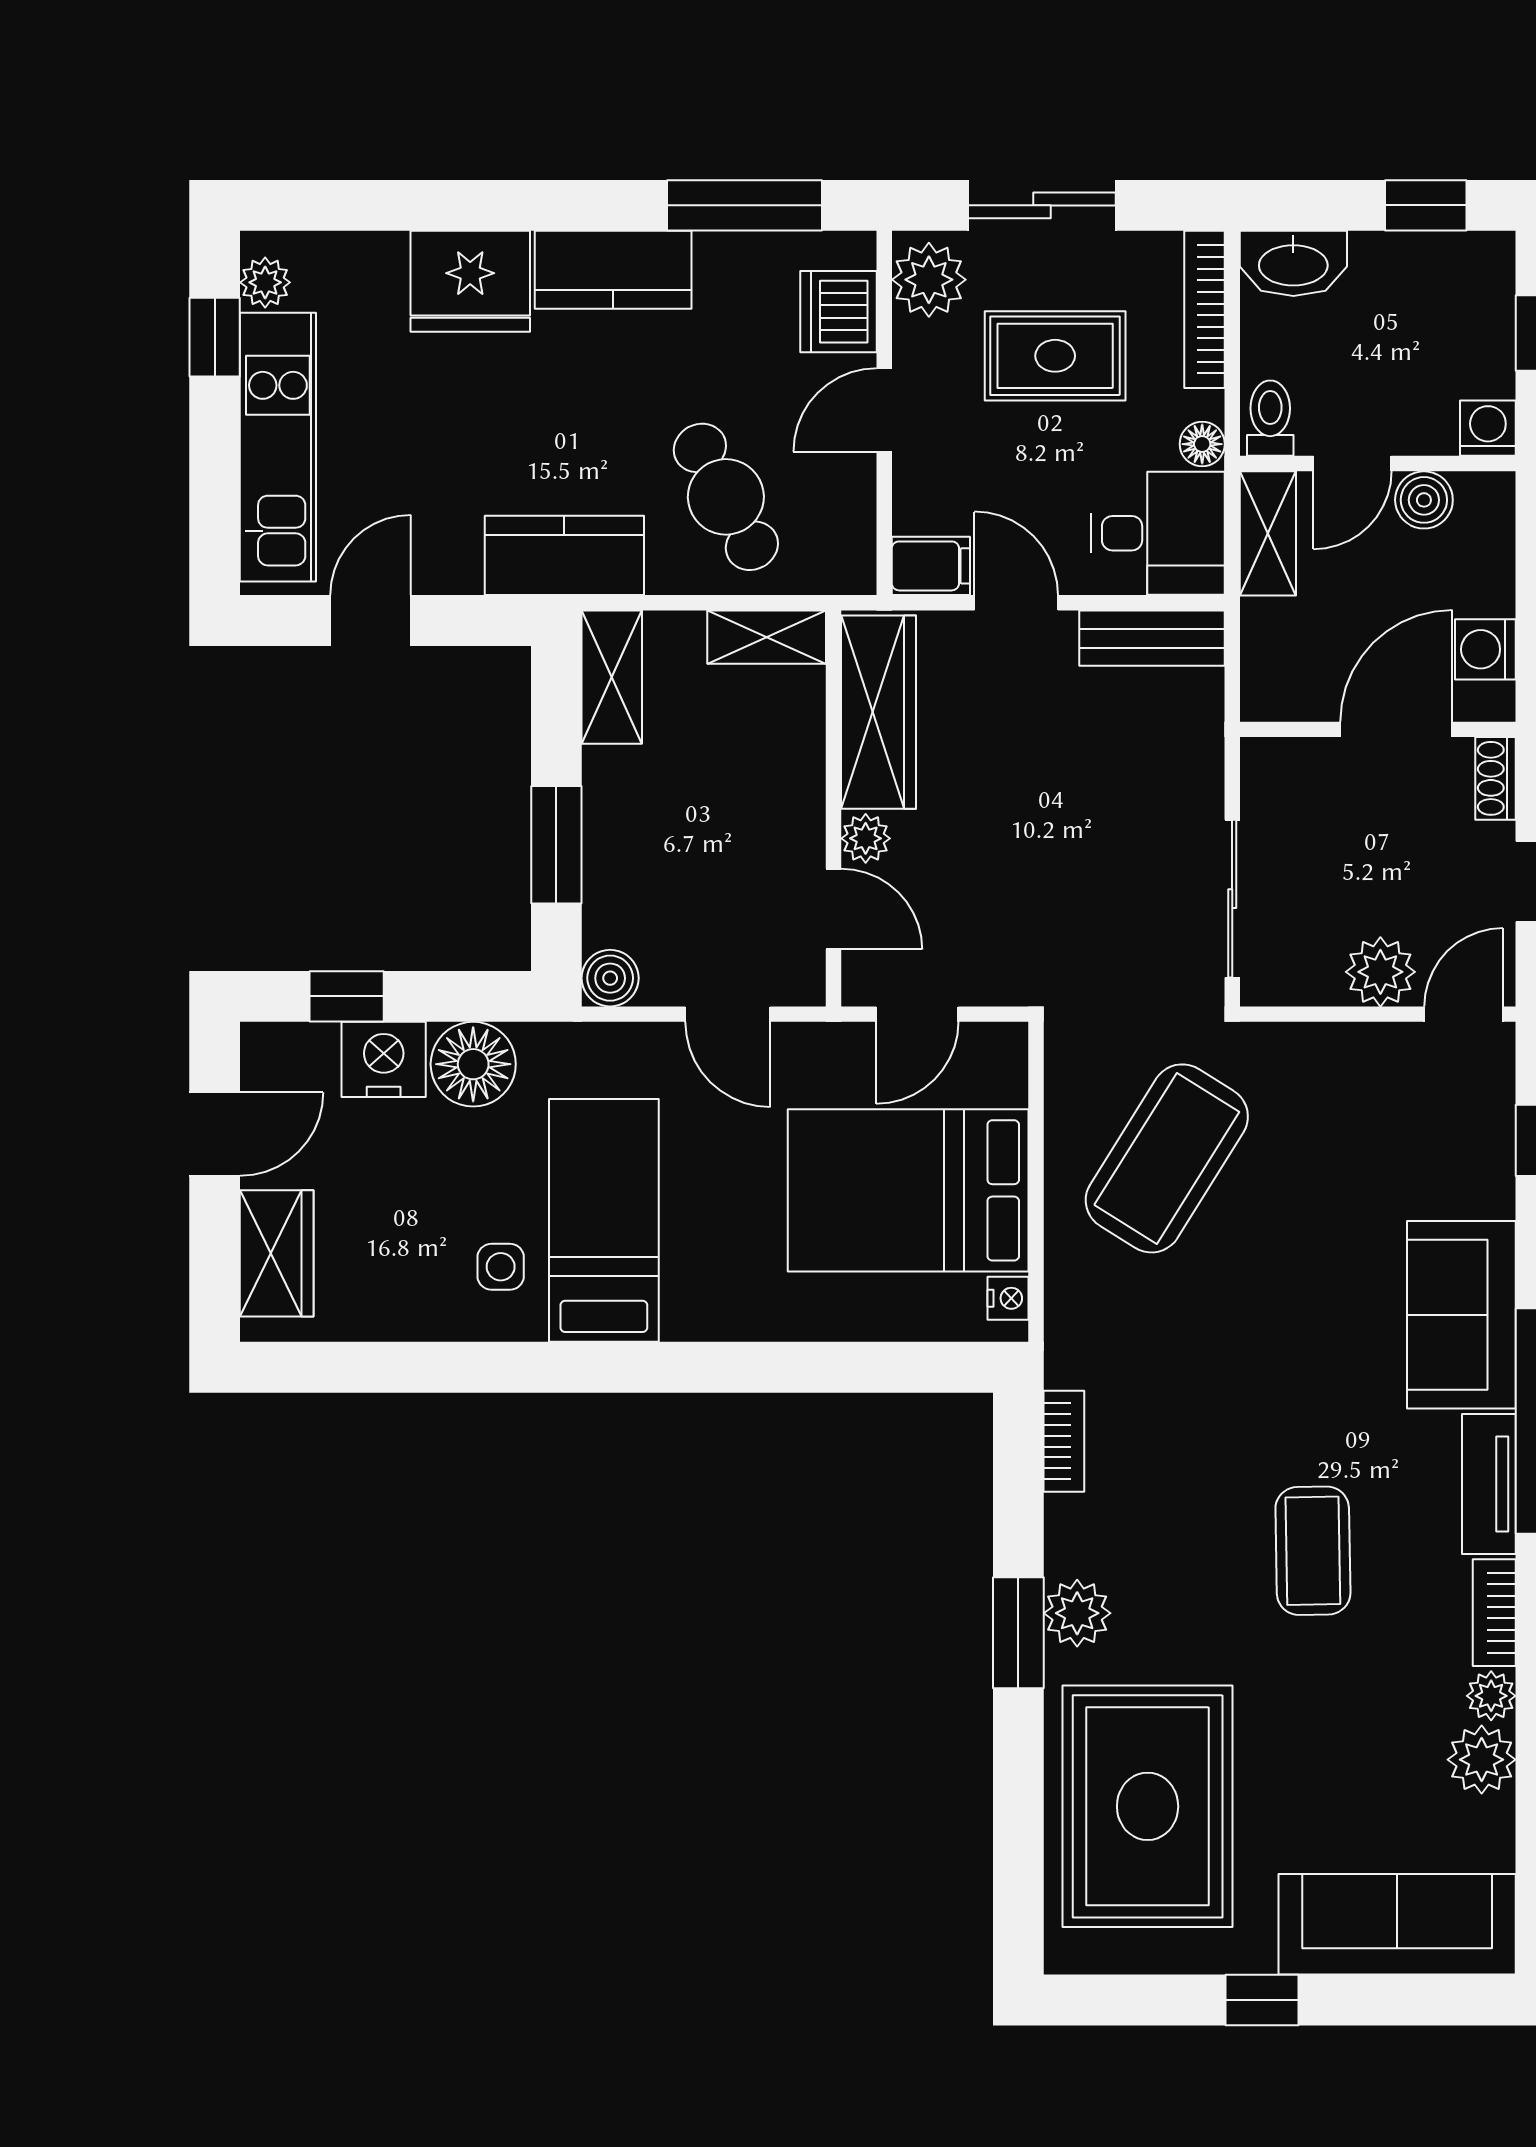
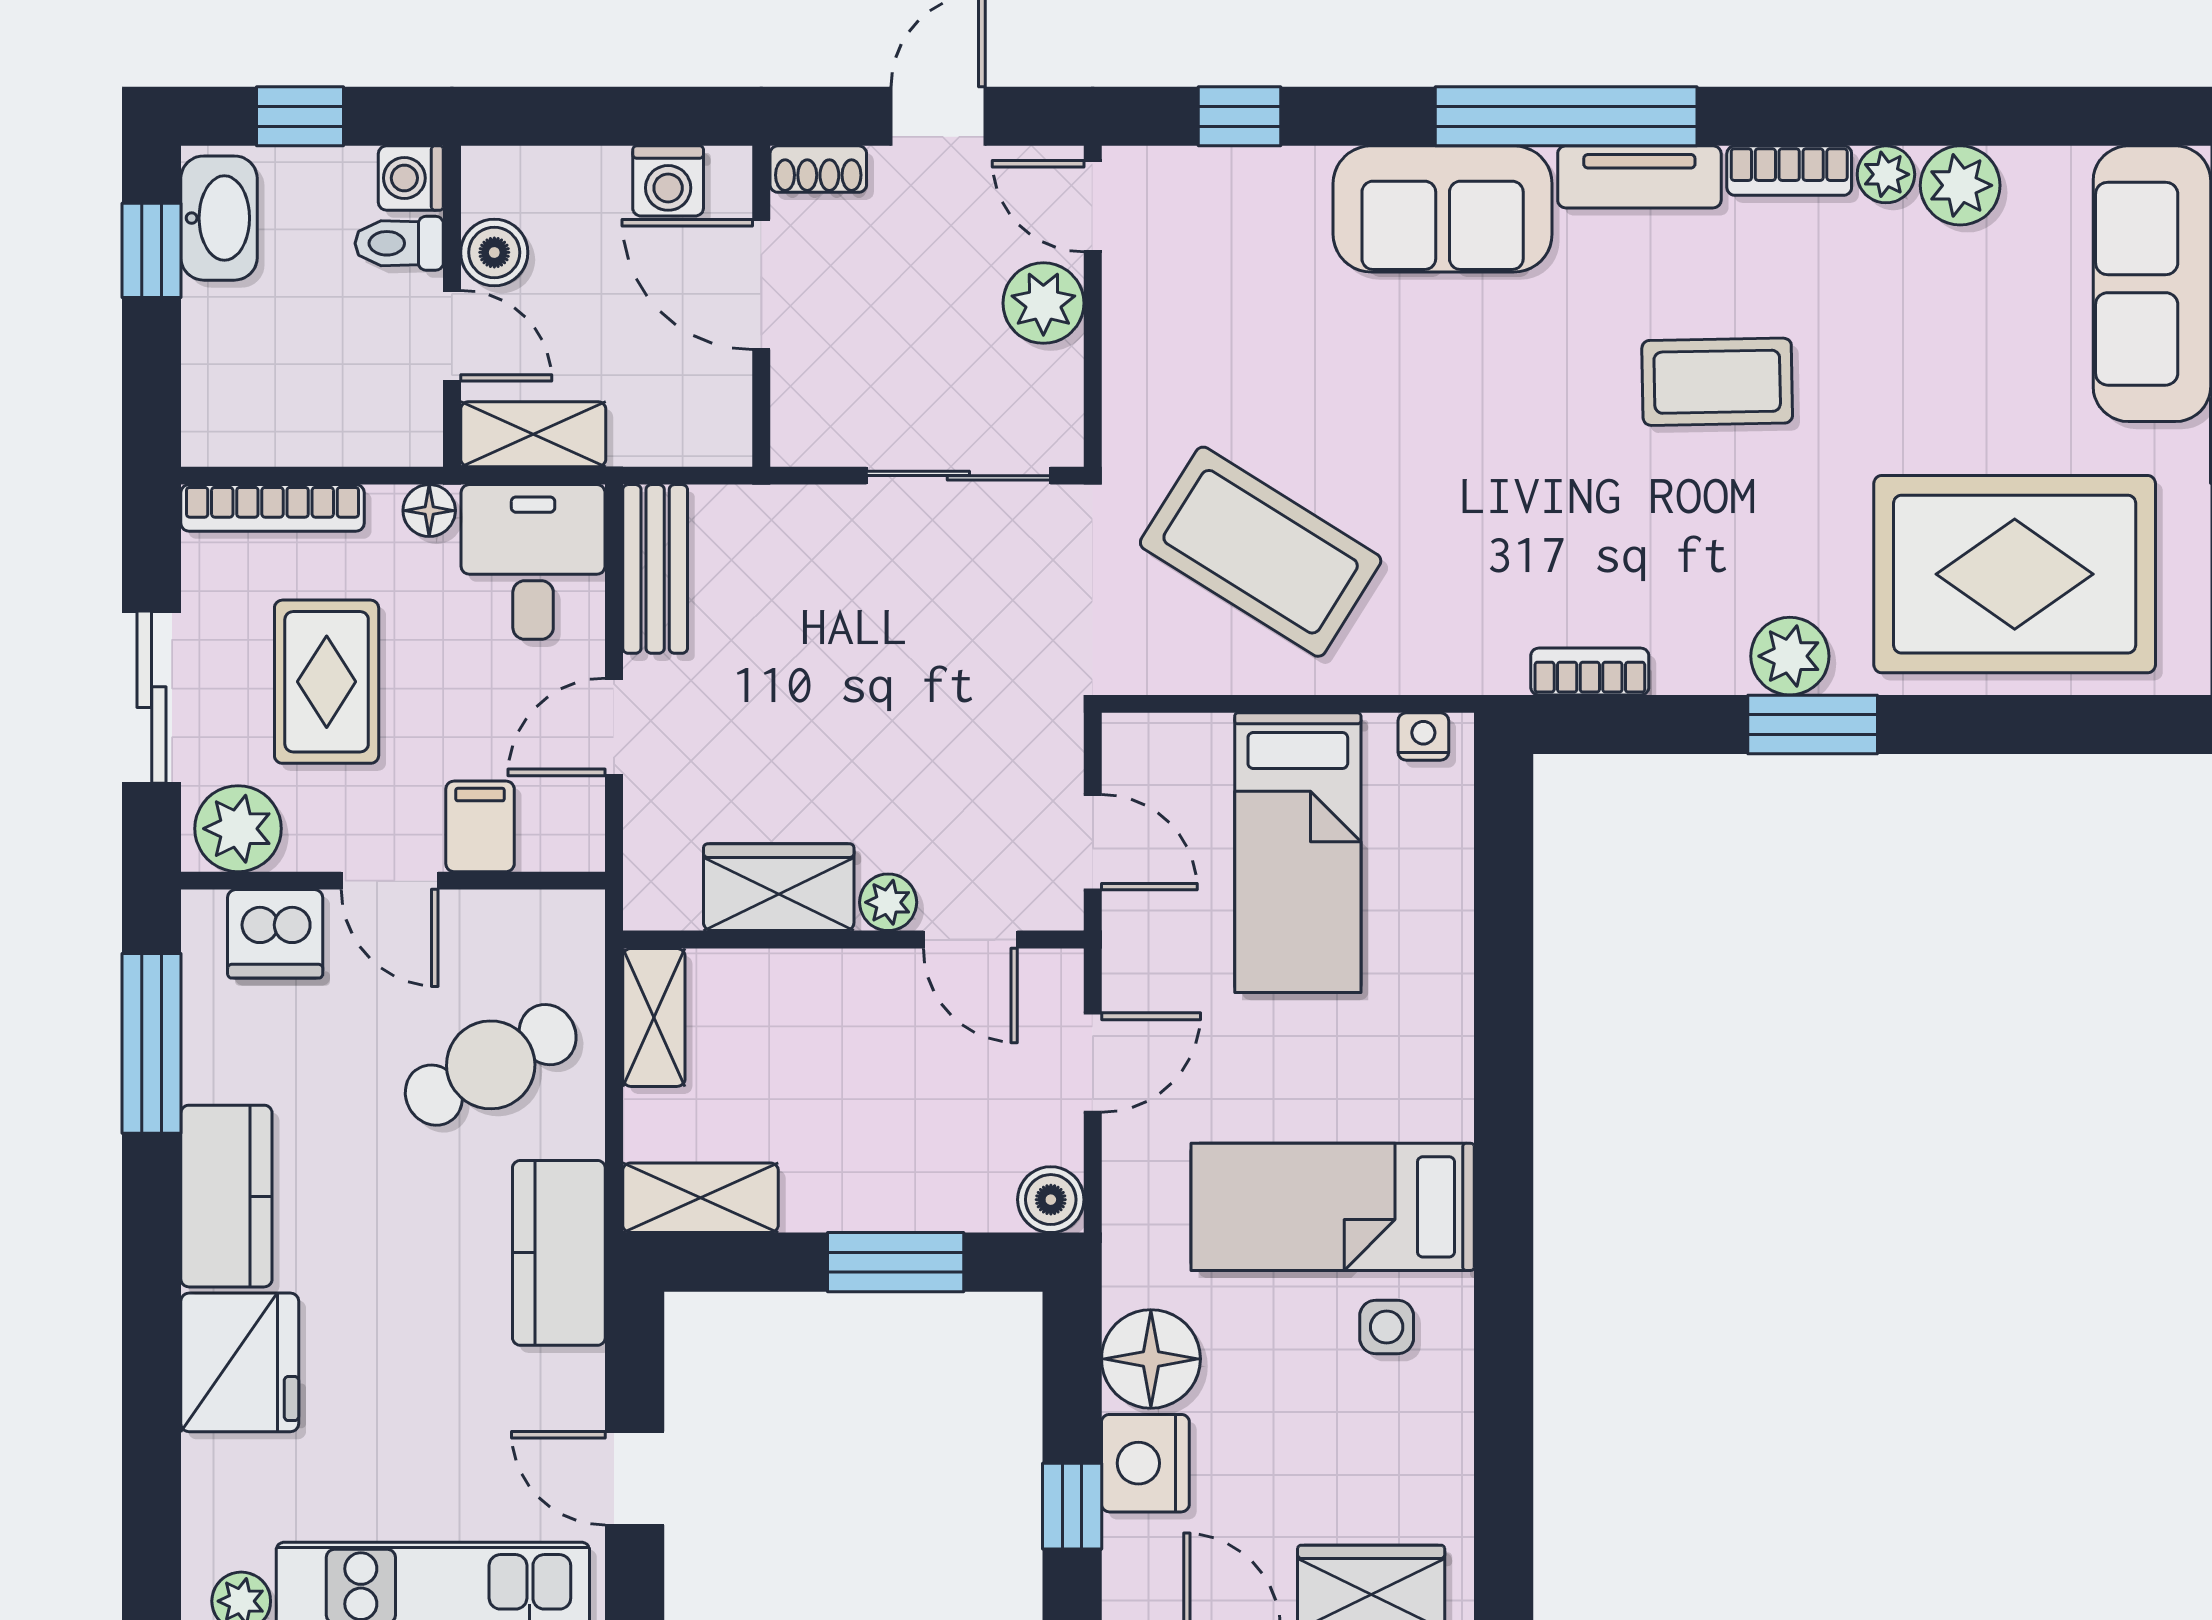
washbasin: (1293, 263) -> (219, 218), moved
toilet: (1270, 418) -> (399, 243), moved
filing cabinet: (931, 566) -> (480, 826), moved
wardrobe: (879, 712) -> (779, 887), width x0.67
door: (834, 909) -> (970, 940), swing flipped
bed: (908, 1190) -> (1298, 853), width x0.67

